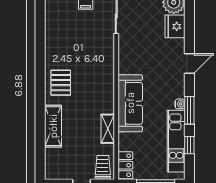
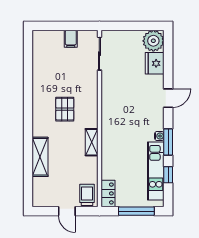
pallet: (61, 83) -> (65, 109), moved
sofa: (130, 103) -> (113, 135), removed
shelving: (108, 129) -> (92, 142), moved

